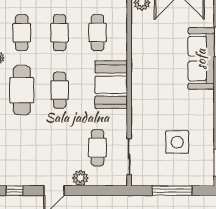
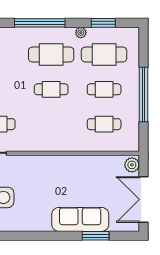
cafe table: (22, 33) -> (104, 54), width x1.37, depth x1.35
booth: (111, 85) -> (56, 137), removed

